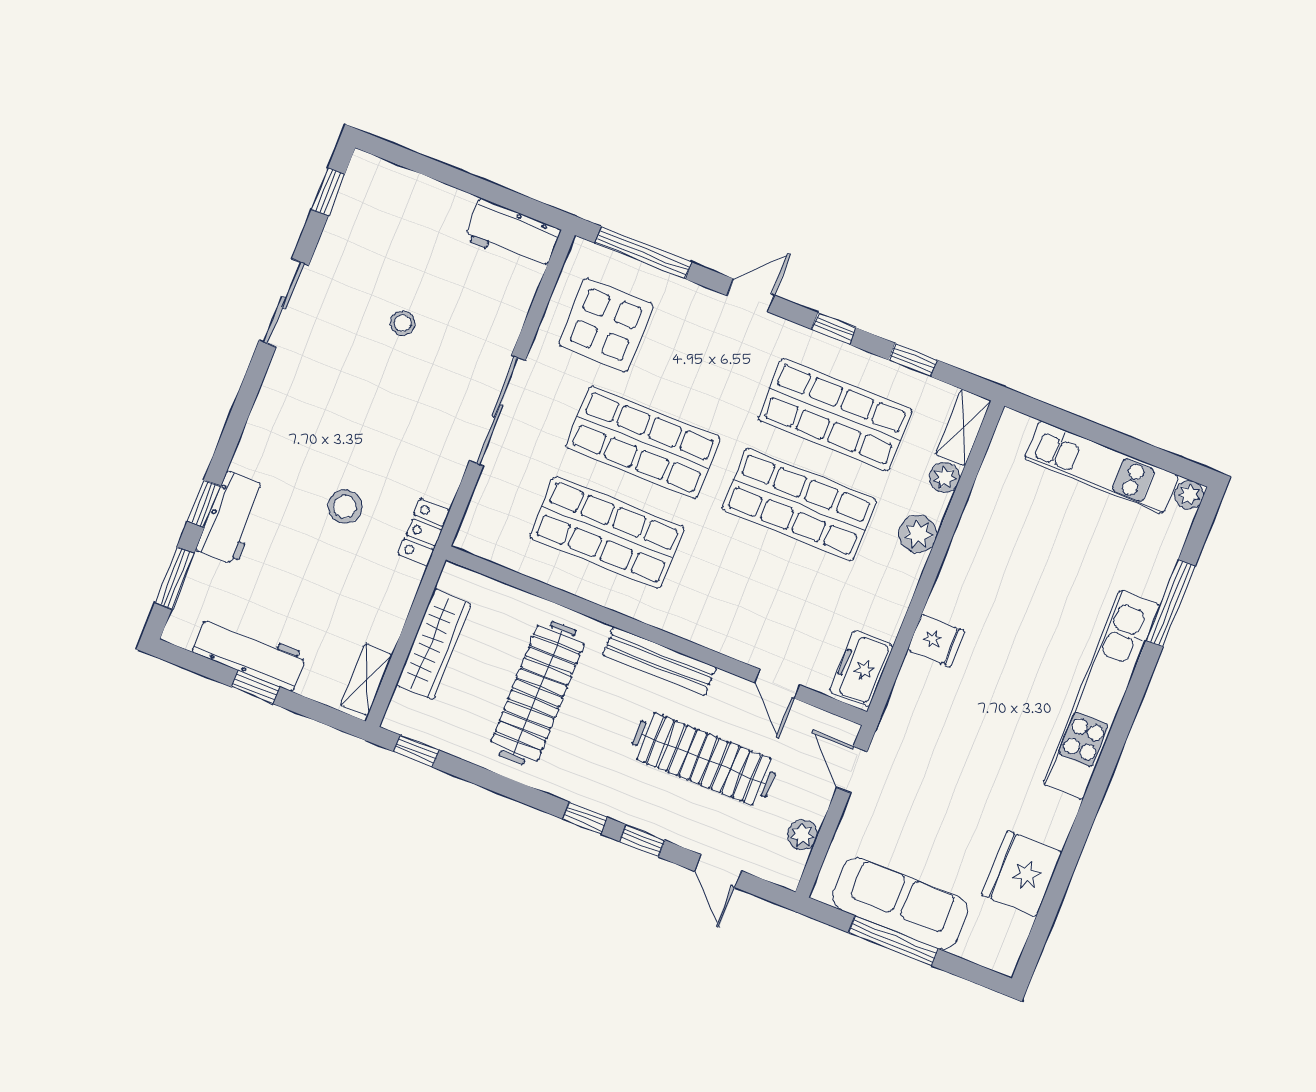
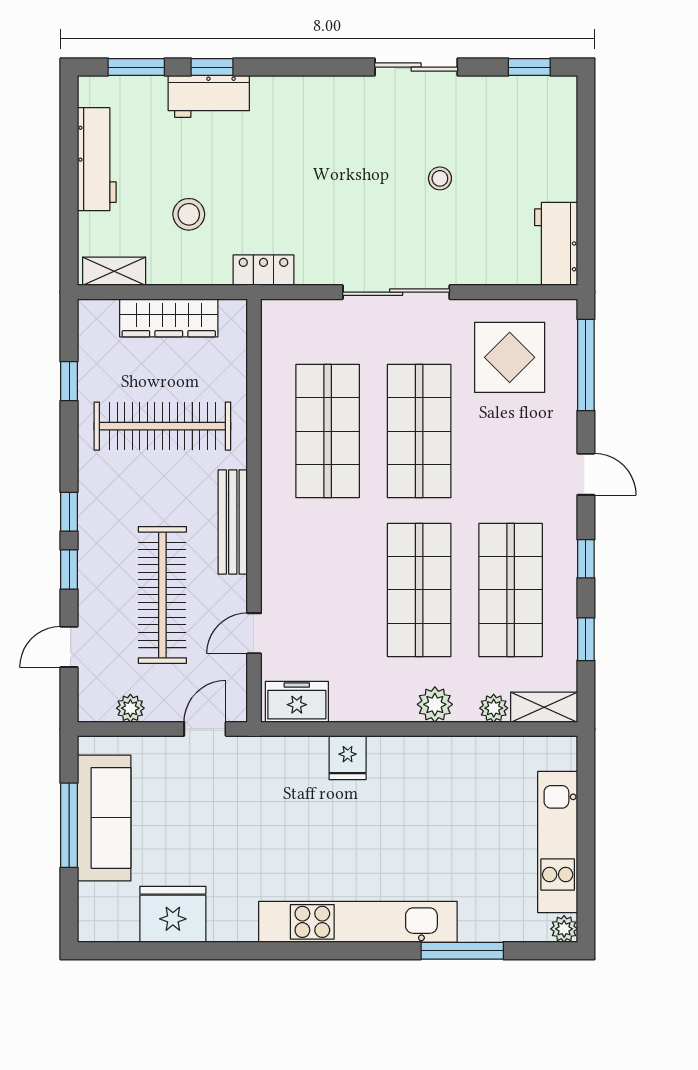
stool: (345, 507) -> (189, 214), moved
window: (255, 687) -> (69, 176), removed
window: (417, 751) -> (69, 381), moved

